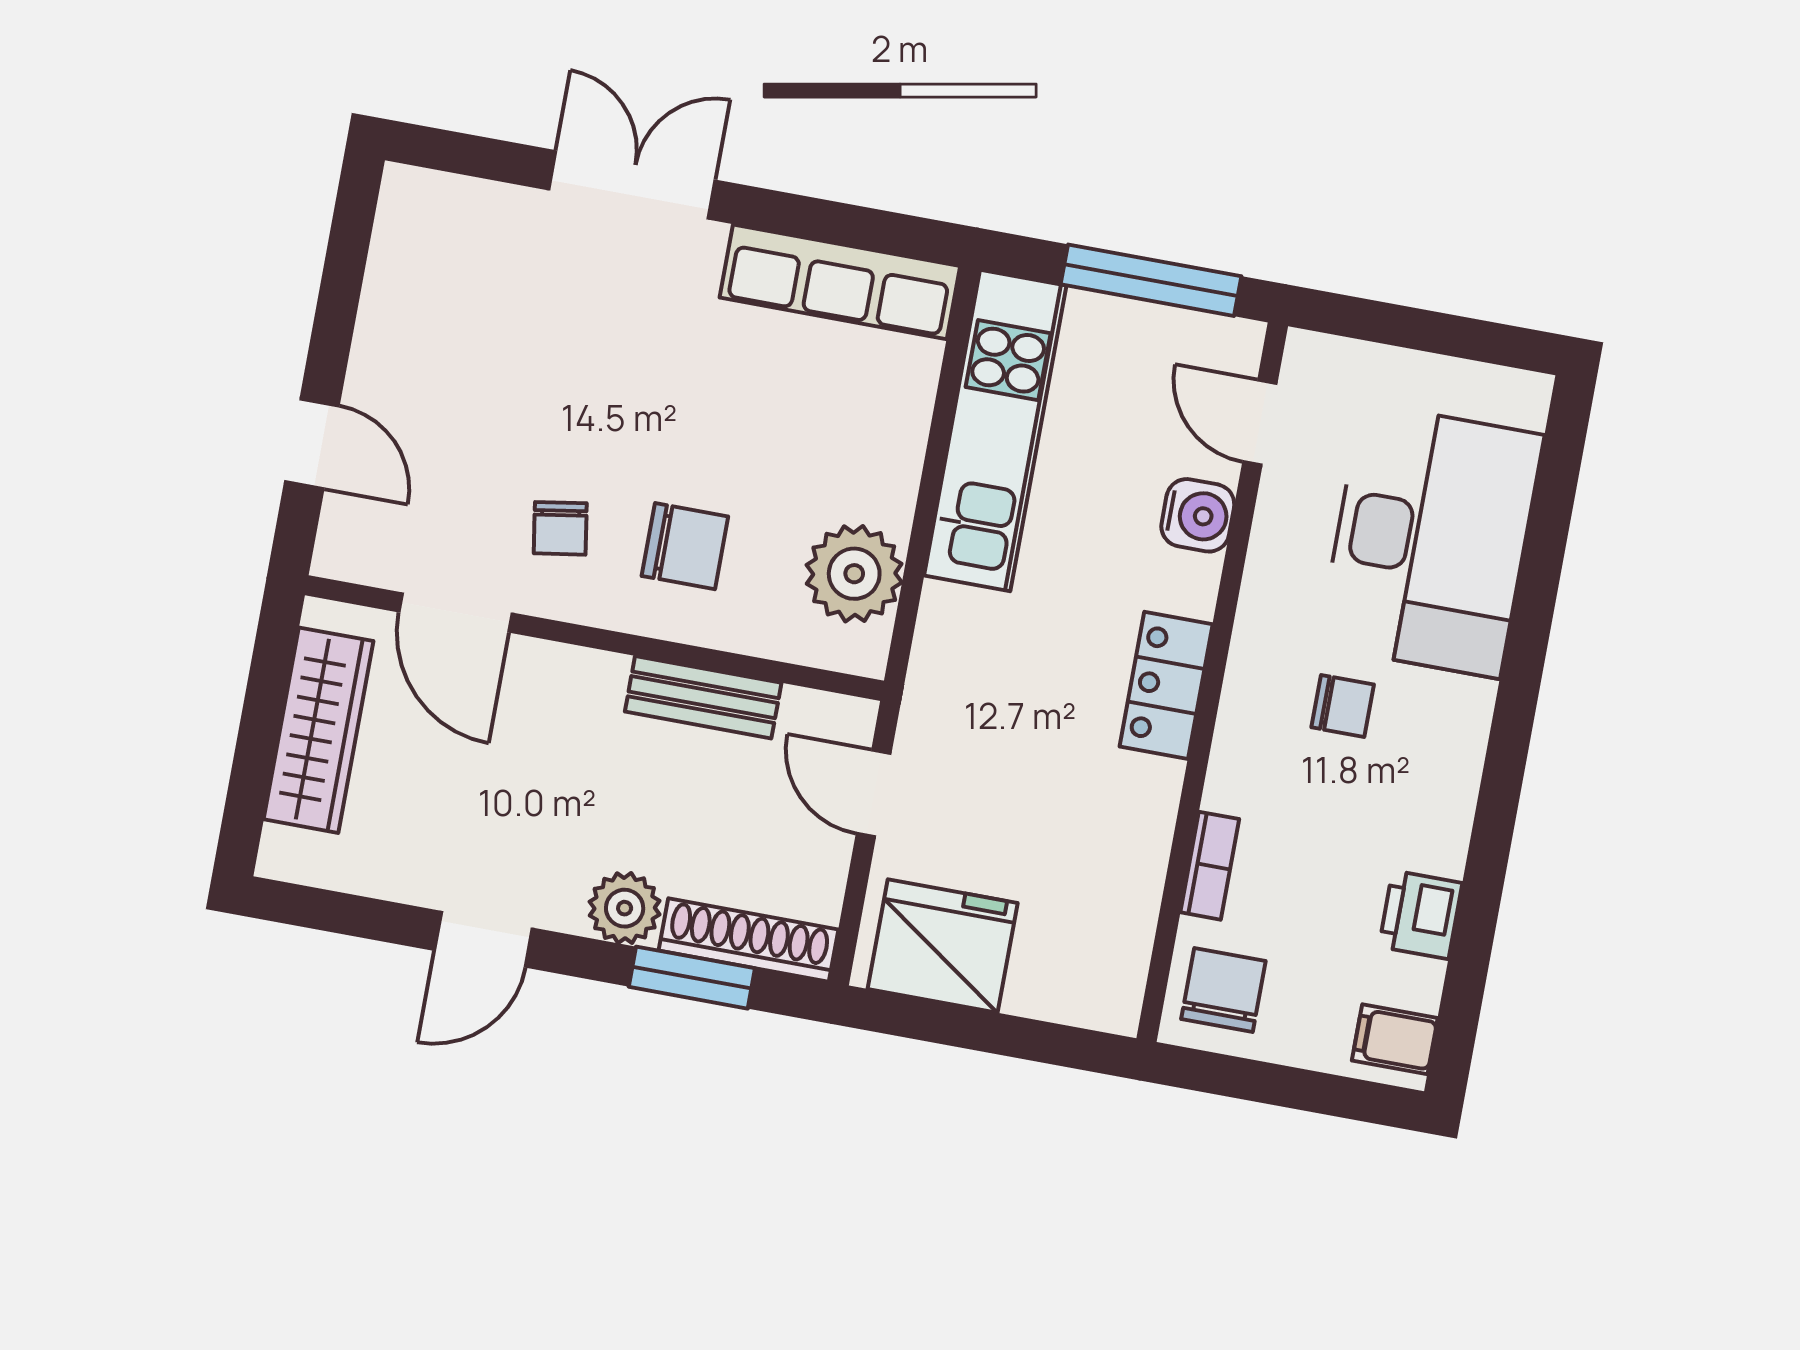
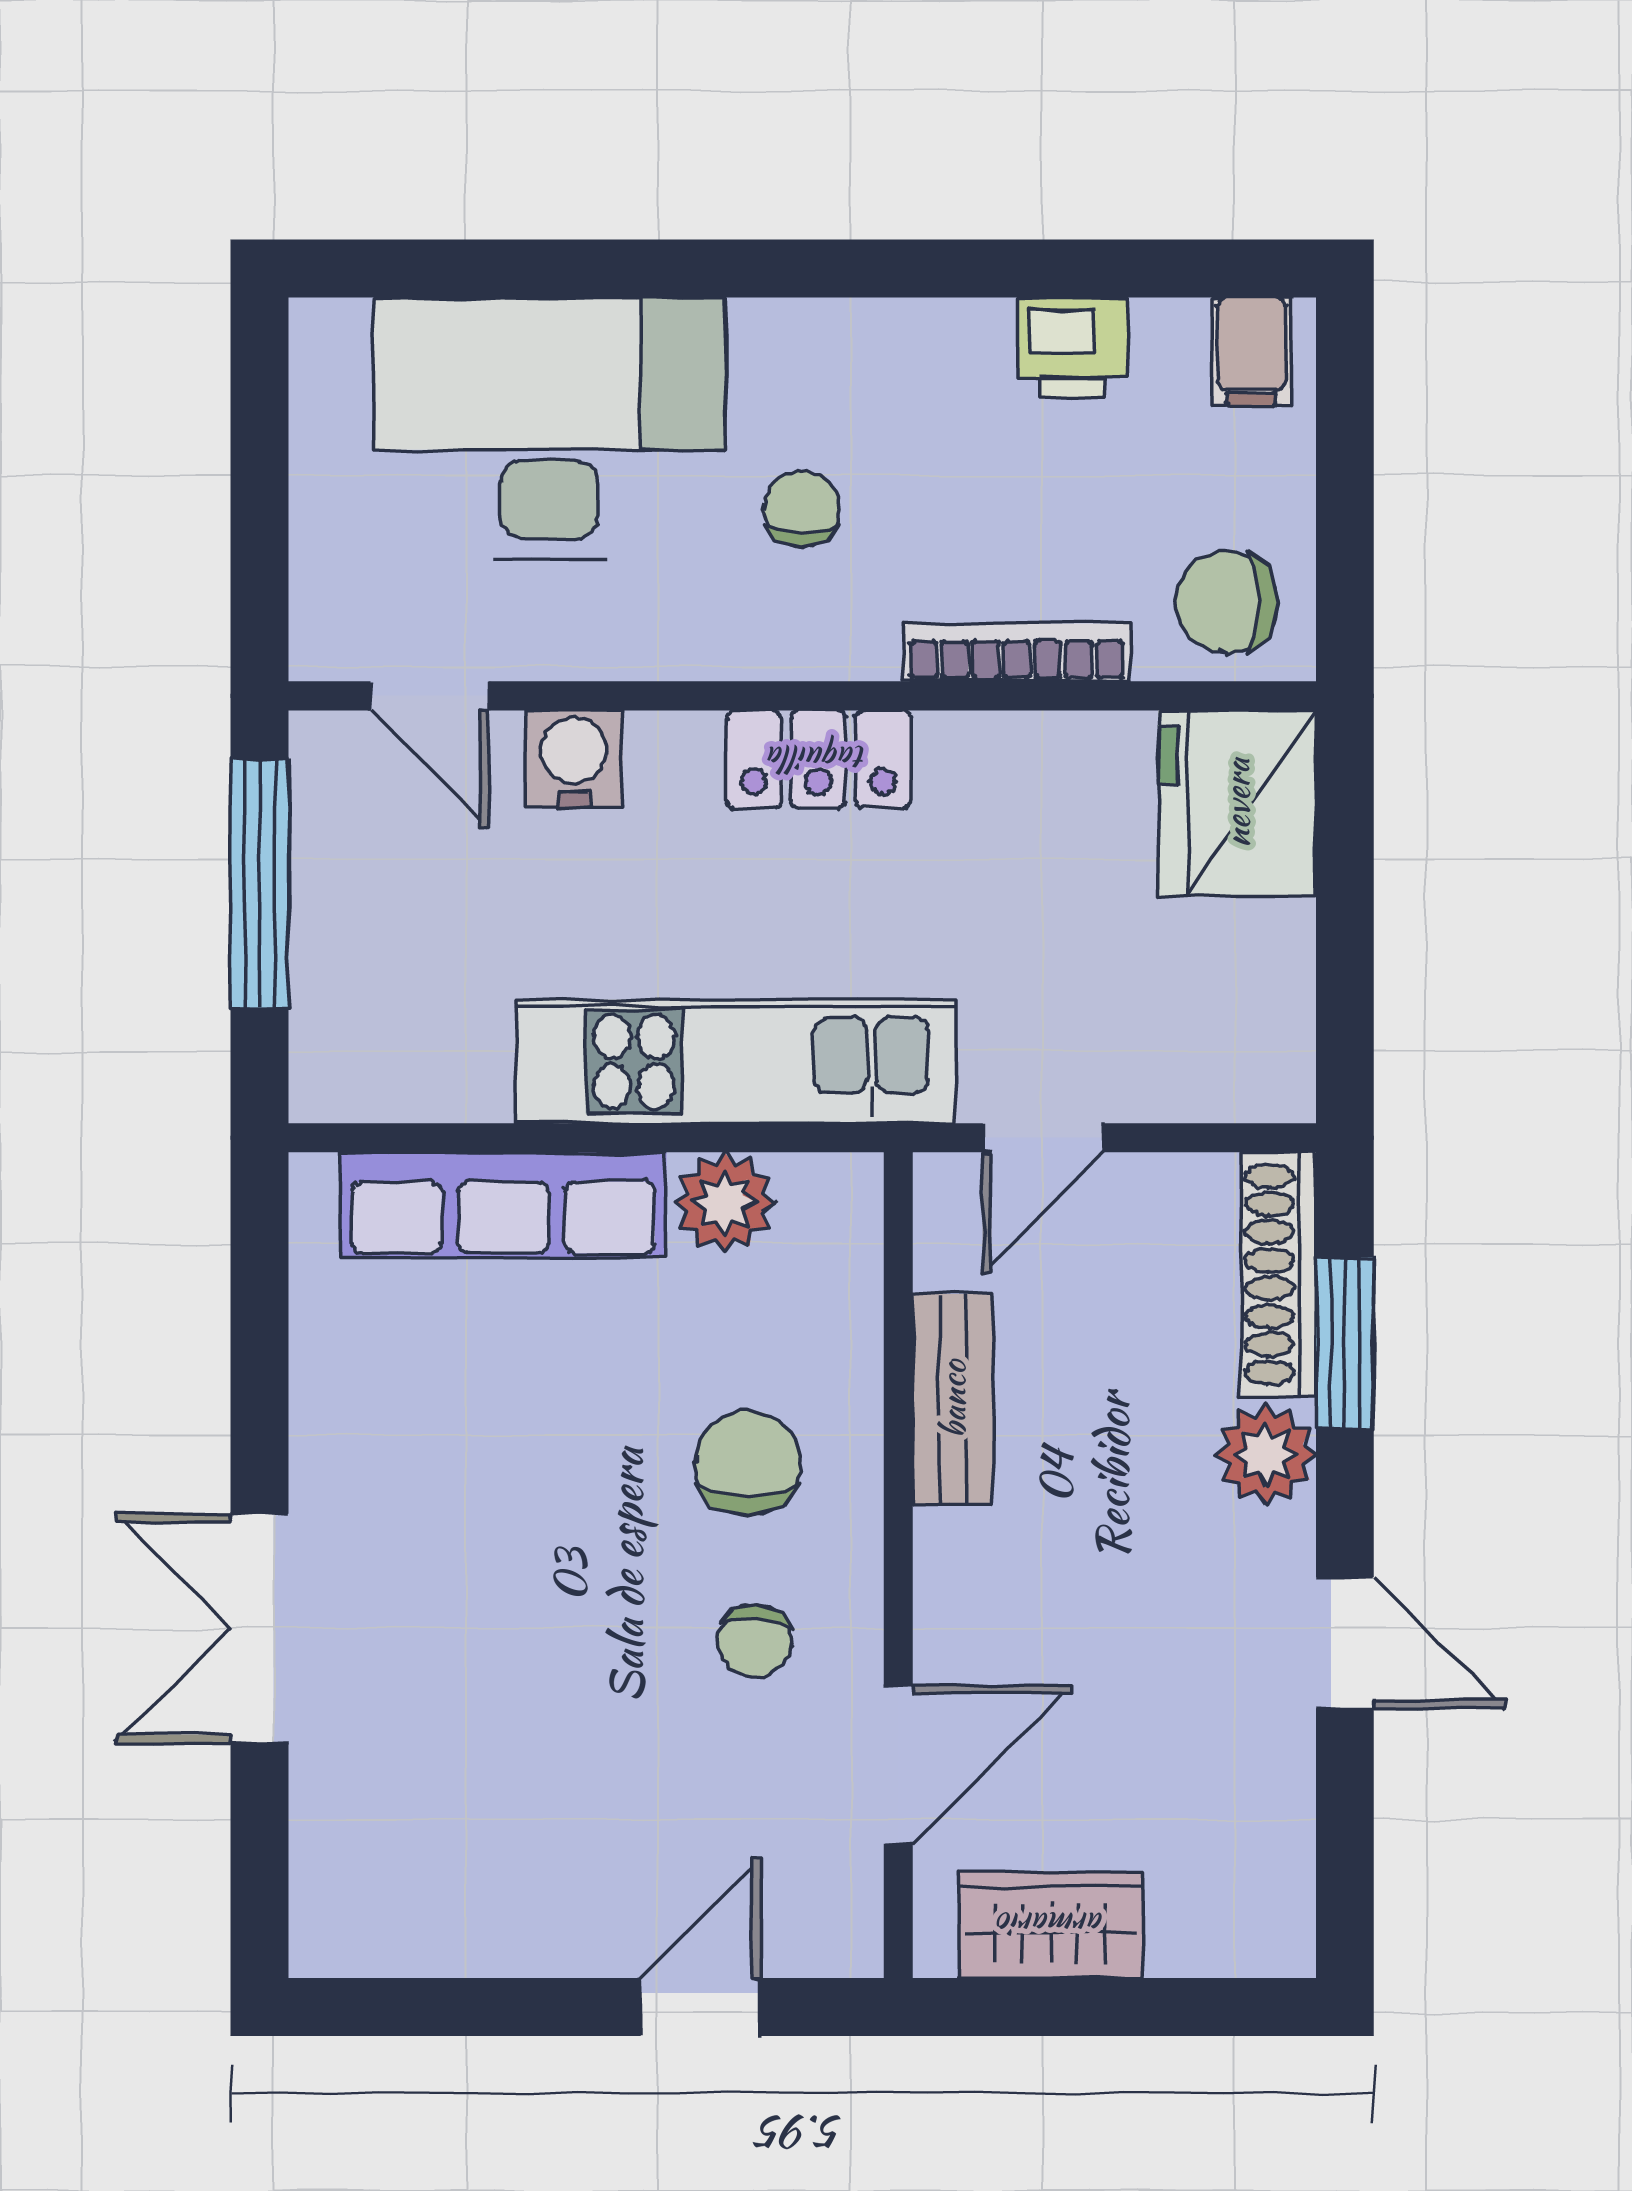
row of seats: (840, 282) -> (503, 1205), moved, turned 90
door: (1260, 423) -> (429, 696), hinge flipped
kitchen unit: (995, 430) -> (735, 1061), moved
chair: (560, 528) -> (755, 1641), turned 104
plant: (854, 574) -> (724, 1202), width x0.73, depth x0.73
wardrobe: (318, 730) -> (1051, 1925), width x0.67
bookcase: (1210, 866) -> (1017, 653), width x1.56
fridge: (943, 946) -> (1237, 803), moved

